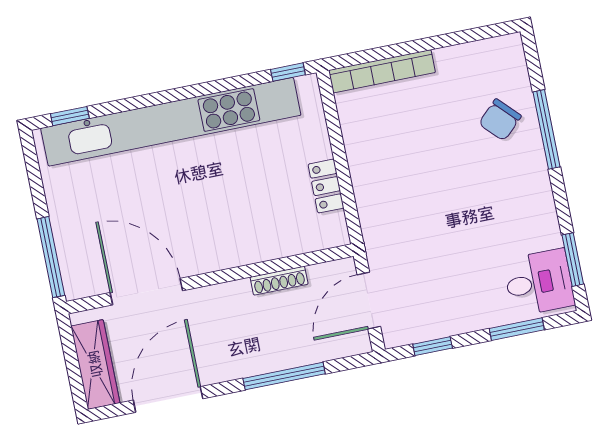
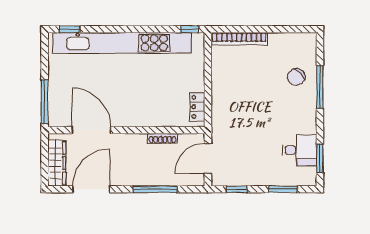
locker: (326, 186) -> (197, 107), moved
desk: (539, 282) -> (300, 150), moved

